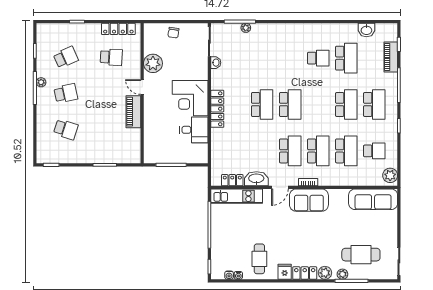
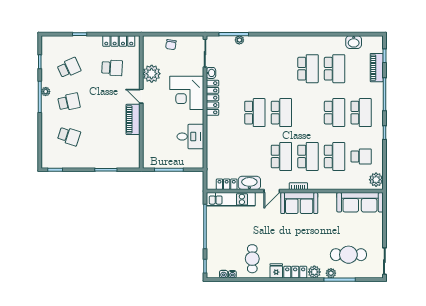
school desk: (318, 58) -> (308, 69), width x1.85
corner desk: (190, 98) -> (187, 93), moved
locker: (217, 109) -> (212, 98), moved

